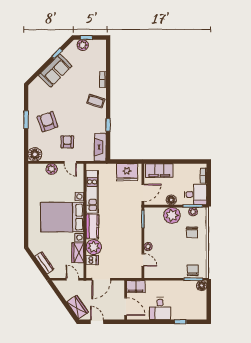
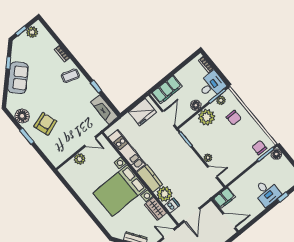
plant: (83, 45) -> (32, 32), moved
armchair: (47, 122) -> (45, 124), turned 90
armchair: (67, 142) -> (74, 127), removed
floor lamp: (35, 154) -> (22, 116), moved
desk: (160, 309) -> (267, 193), moved

